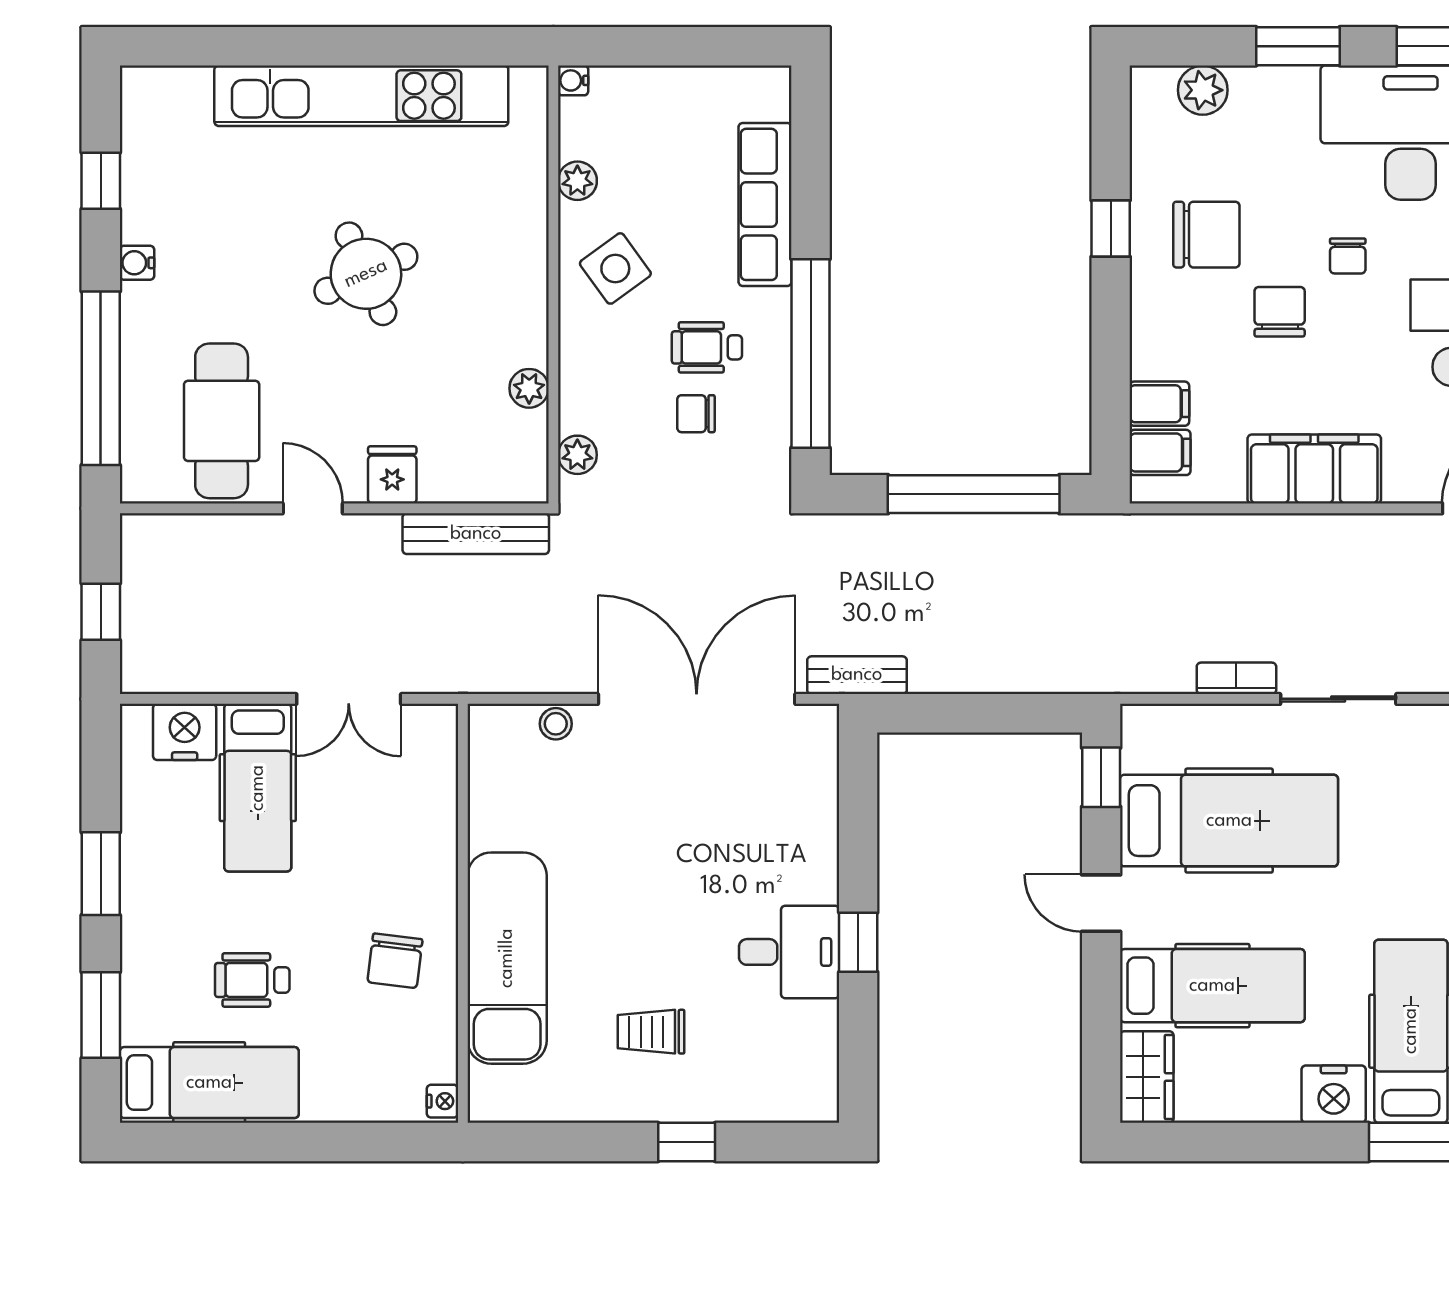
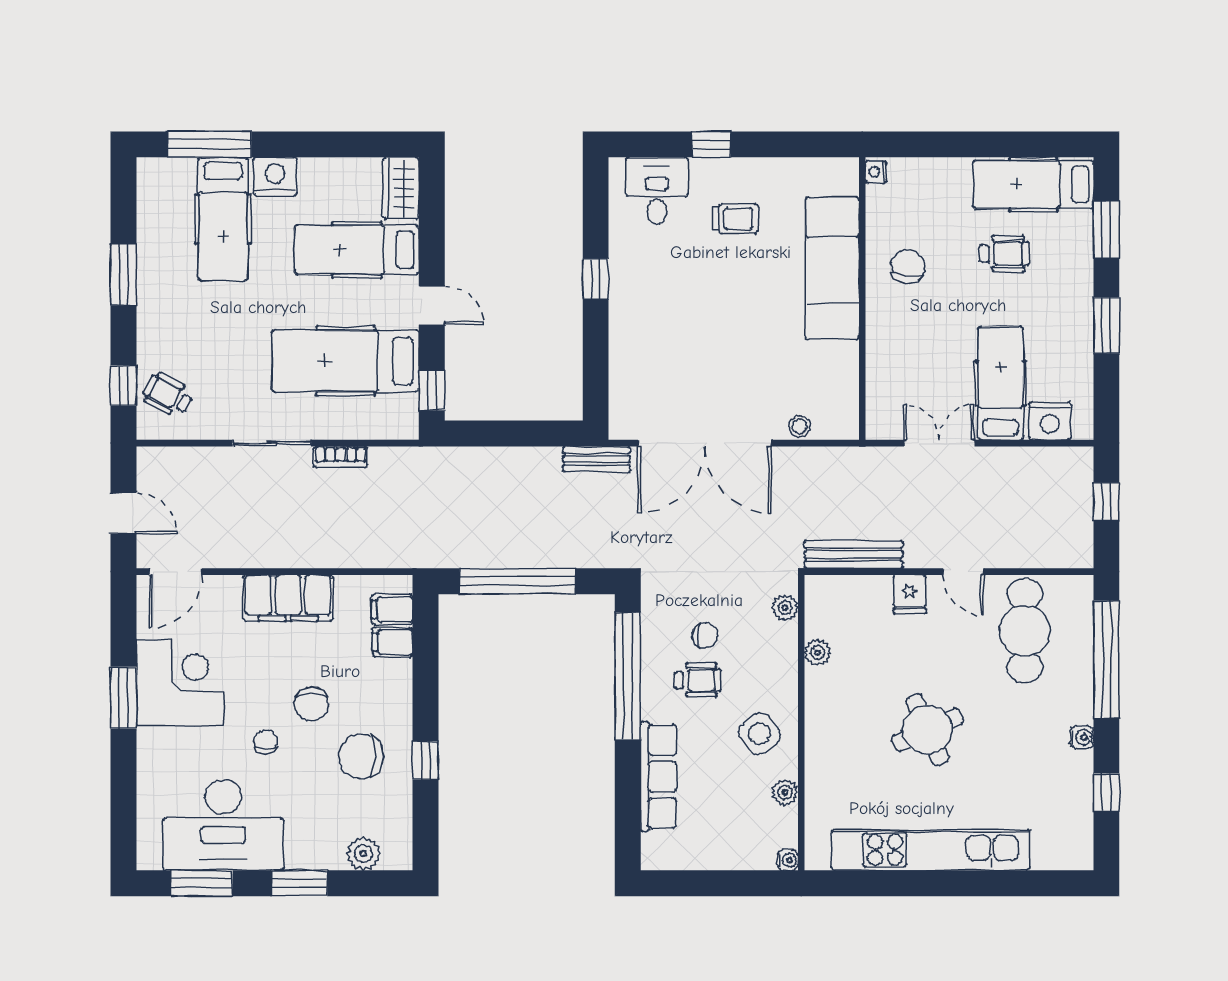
desk: (789, 952) -> (657, 191), moved, turned 90

